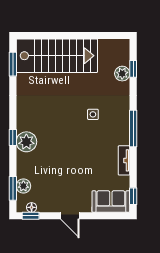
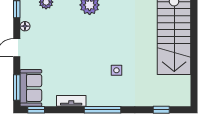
plant: (122, 74) -> (157, 99), removed
floor lamp: (32, 207) -> (25, 26), moved
window: (110, 216) -> (17, 87), added

